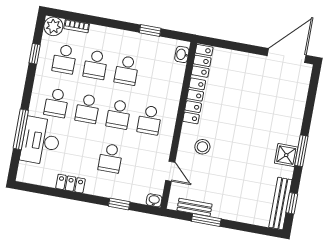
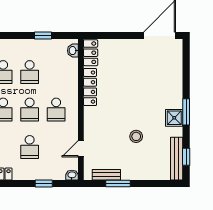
stool: (202, 147) -> (136, 136), moved
door: (170, 171) -> (81, 149), swing flipped

